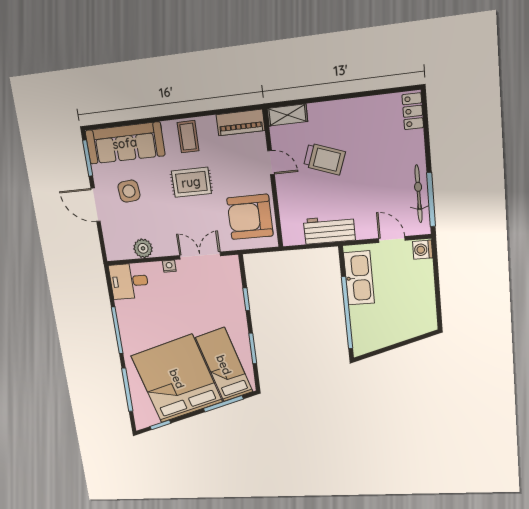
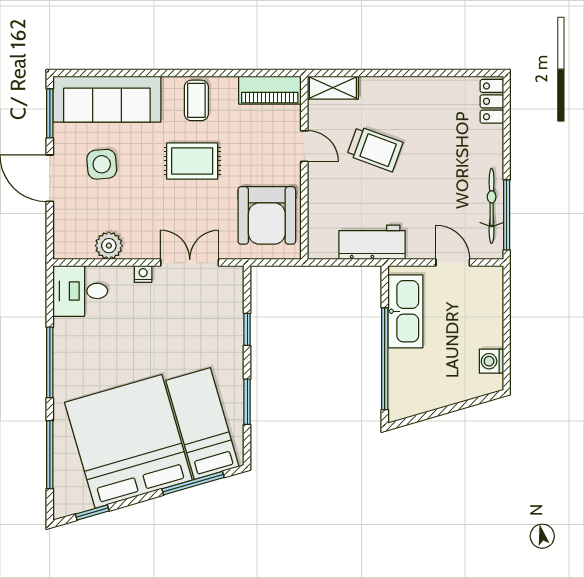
armchair: (250, 217) -> (267, 215), turned -90
washing machine: (423, 250) -> (491, 361), moved

